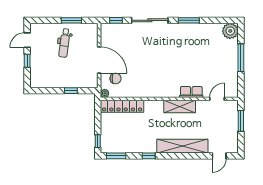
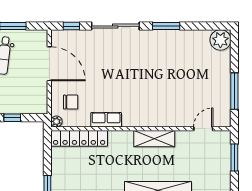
window: (241, 58) -> (234, 91), moved
door: (99, 60) -> (49, 64), moved
row of seats: (191, 92) -> (106, 120), moved

